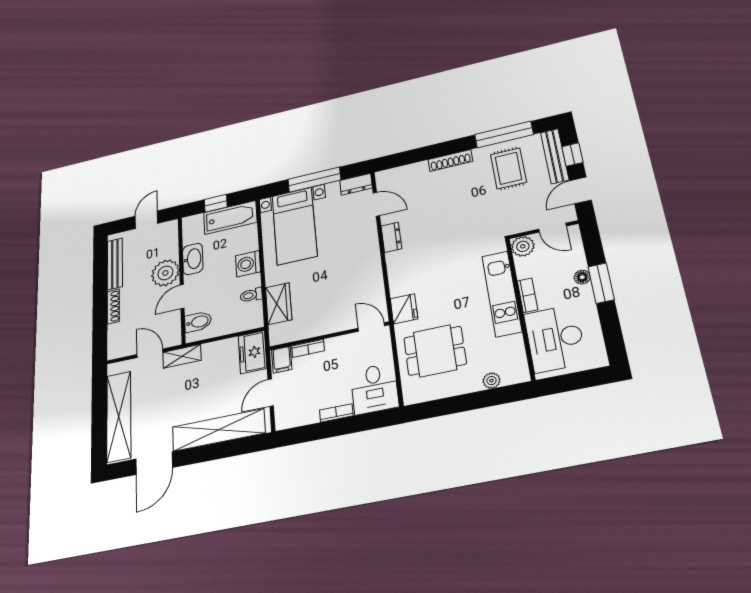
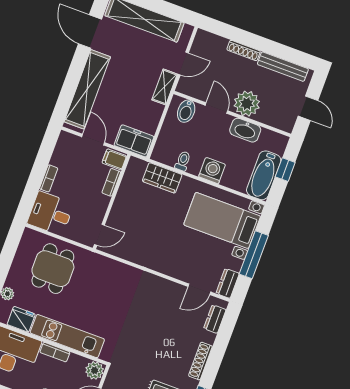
dresser: (391, 237) -> (215, 319), moved, turned 90
fridge: (404, 309) -> (21, 319), moved, turned 180

